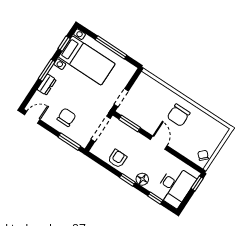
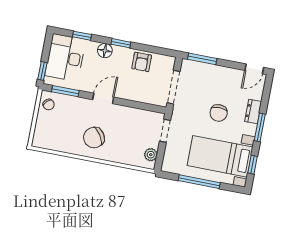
plant: (140, 84) -> (151, 155), added
chair: (179, 115) -> (94, 138), turned -124
chair: (66, 117) -> (219, 113), moved
window: (130, 123) -> (65, 91), moved
door: (159, 143) -> (103, 98), swing flipped

